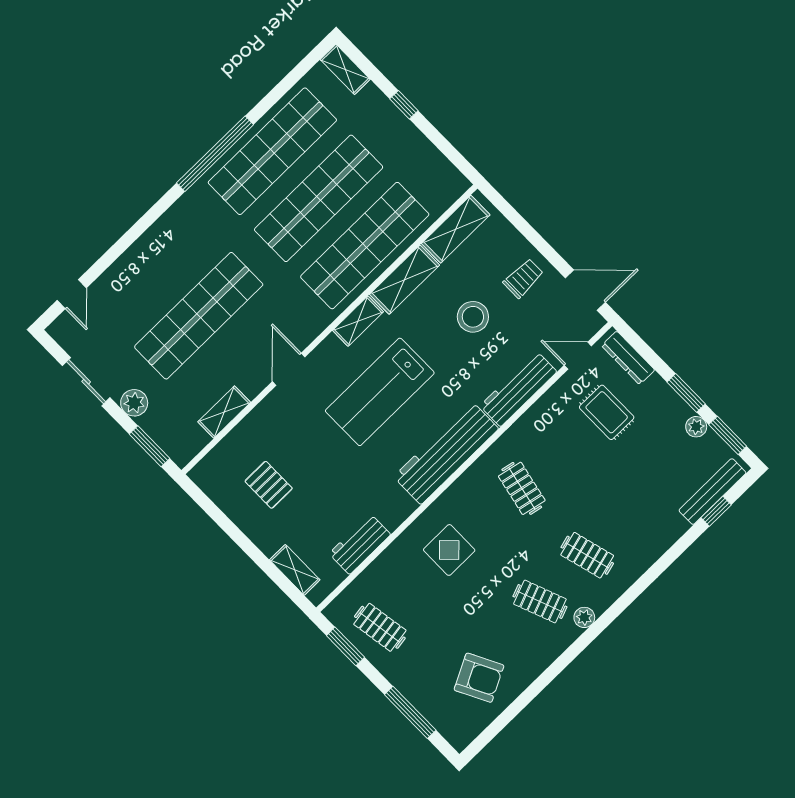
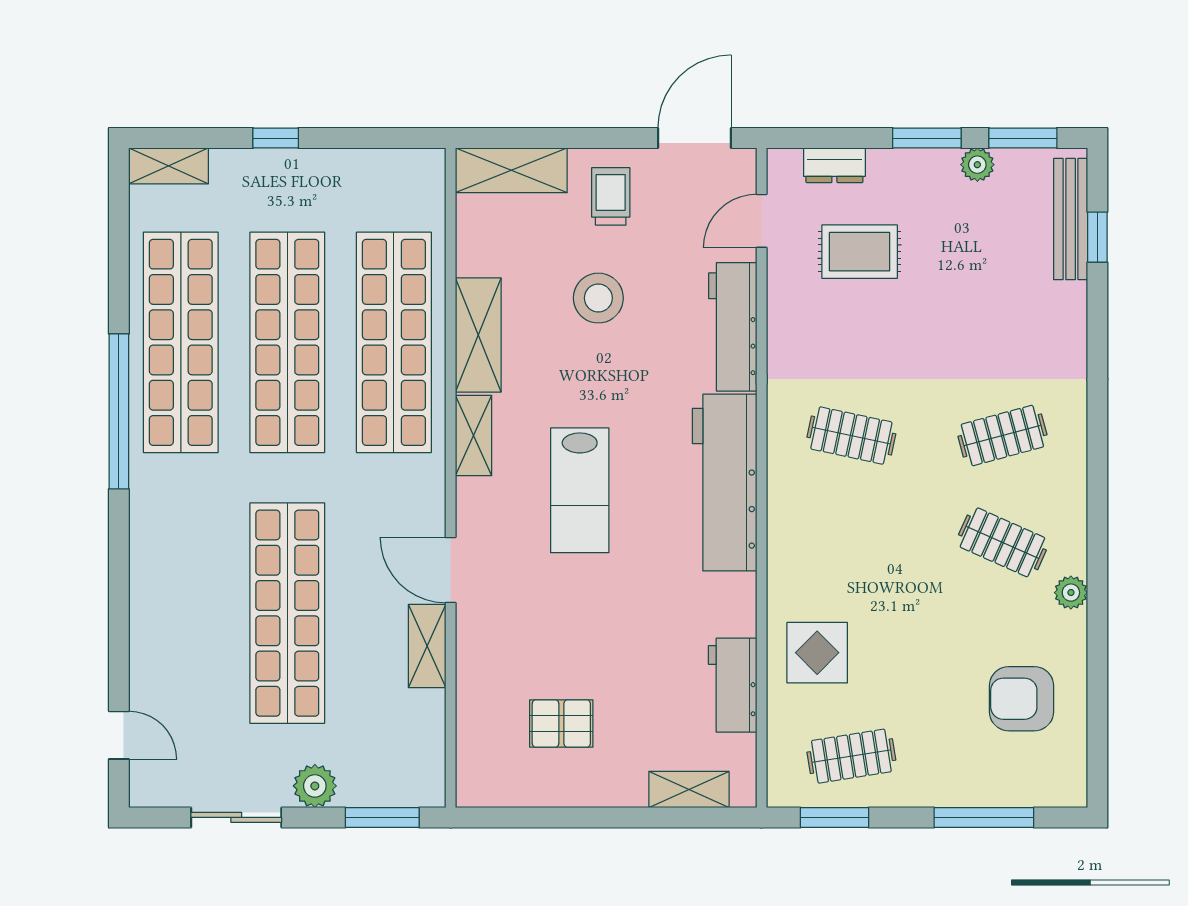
shelving: (456, 229) -> (511, 170), moved, turned 90
dresser: (628, 358) -> (834, 165), width x0.70
lab bench: (380, 392) -> (580, 490), width x0.73, depth x0.72
shelving: (224, 412) -> (427, 646), moved
display table: (449, 550) -> (817, 653), moved
clothes rail: (540, 602) -> (1002, 542), turned 45
plant: (584, 617) -> (1071, 593), moved
armchair: (479, 678) -> (1022, 699), turned -153

